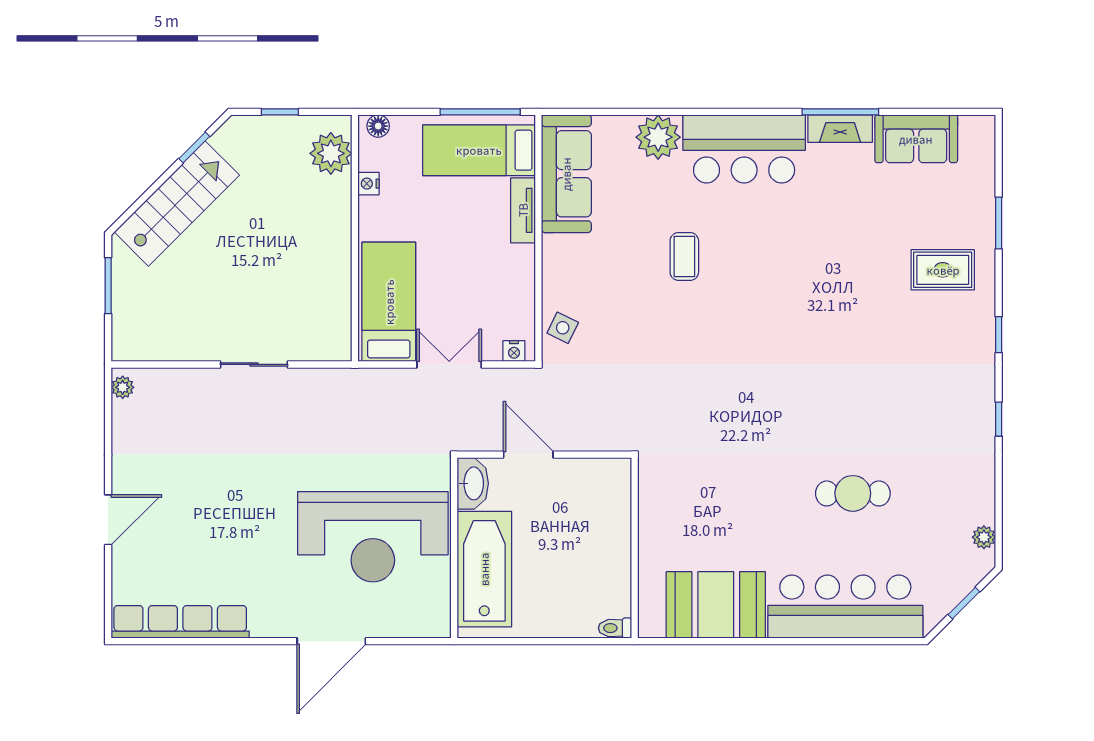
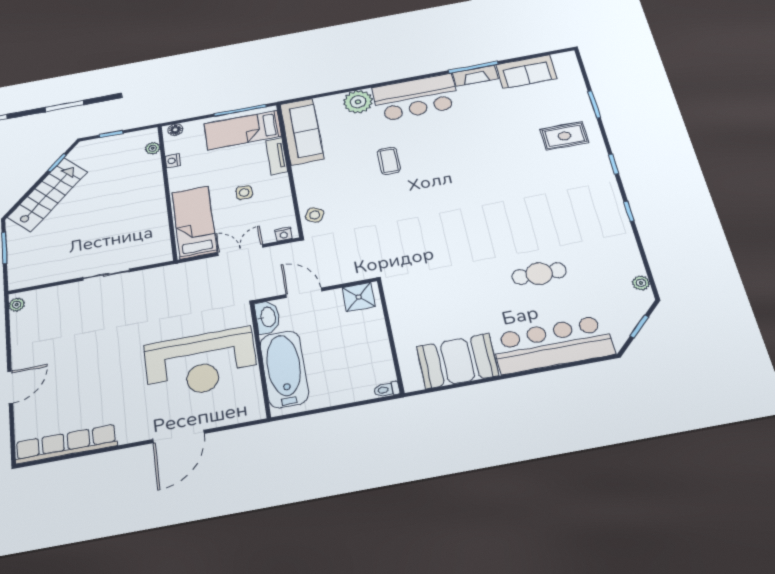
plant: (331, 153) -> (153, 148), width x0.53, depth x0.53
side table: (467, 266) -> (244, 193), added
shower: (602, 478) -> (359, 297), added

